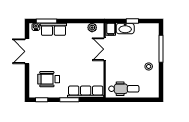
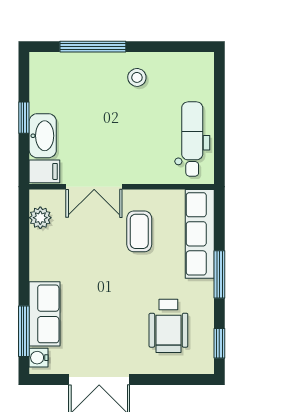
coffee table: (87, 67) -> (139, 231), added

